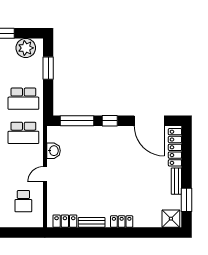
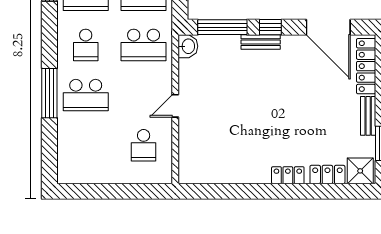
washbasin: (54, 151) -> (188, 46), moved
locker: (65, 221) -> (327, 175), moved
bench: (92, 222) -> (261, 42), moved

